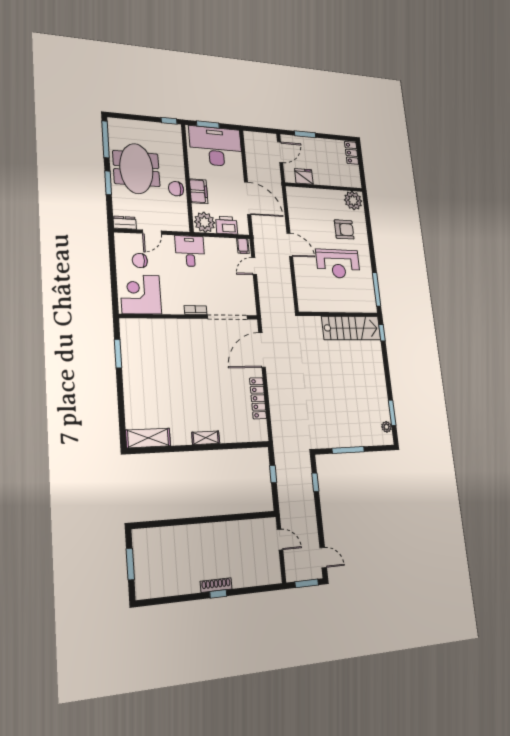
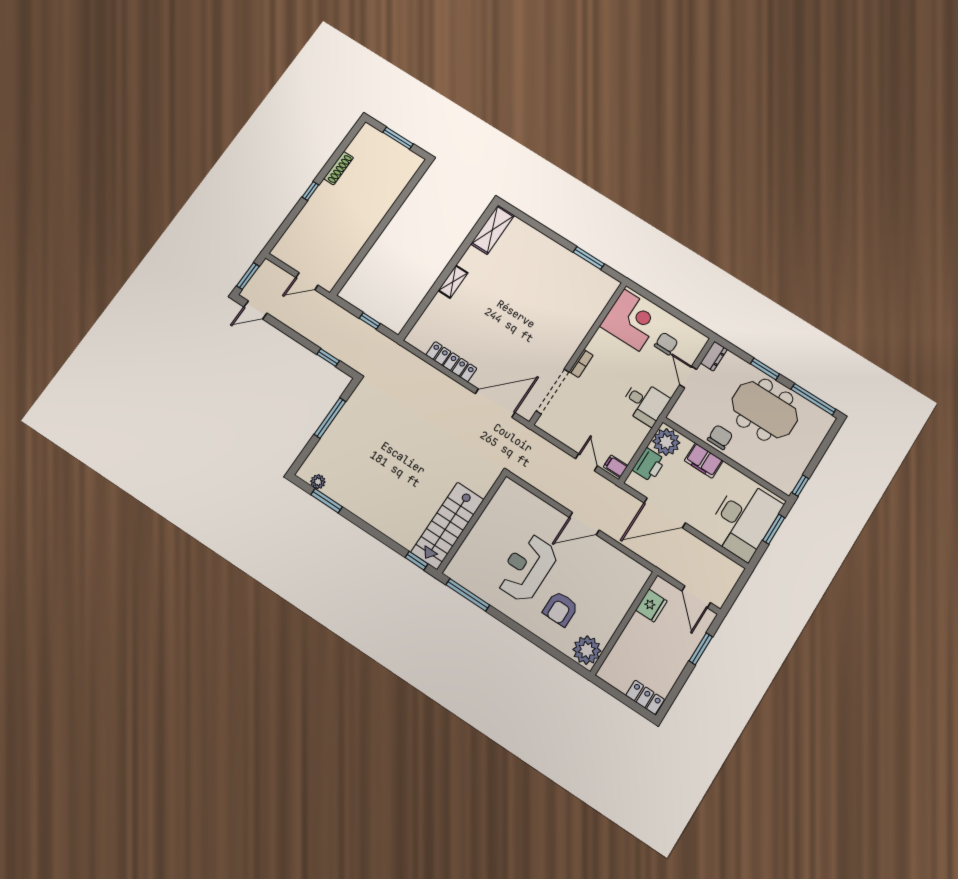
door: (262, 350) -> (495, 403), hinge flipped
shoe rack: (216, 585) -> (339, 168), moved

